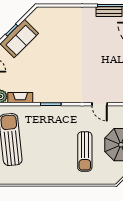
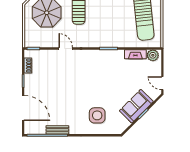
side table: (64, 28) -> (97, 115), added

